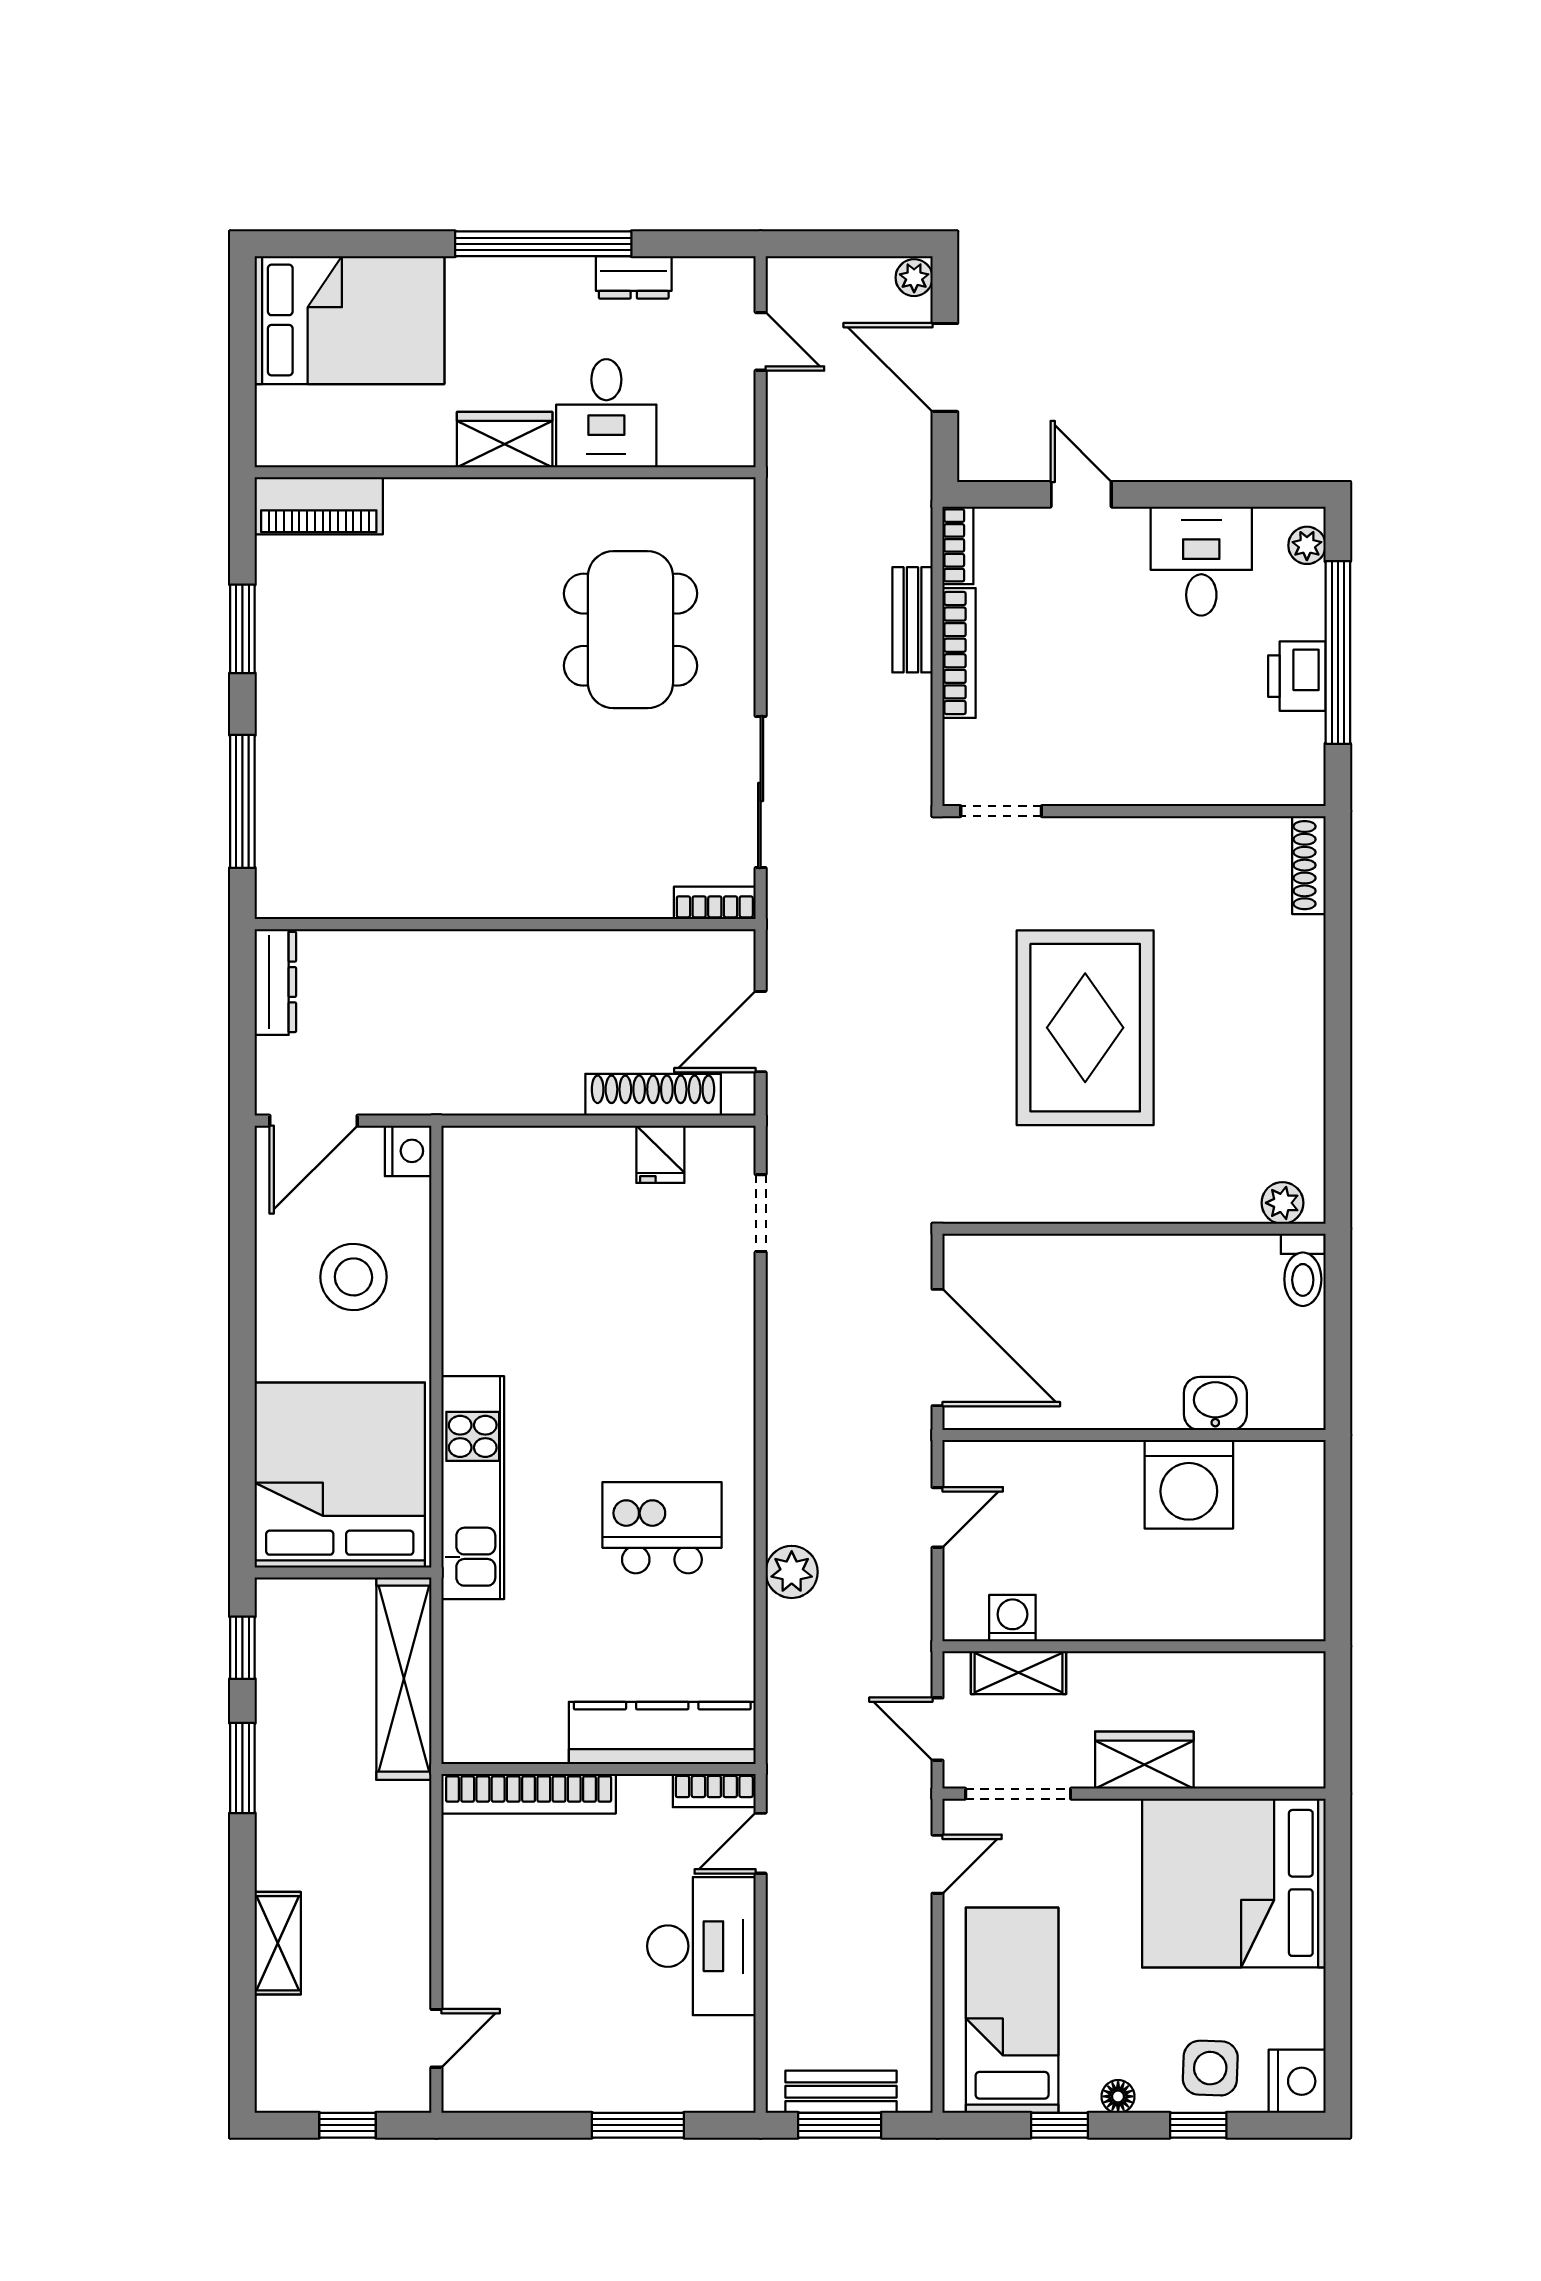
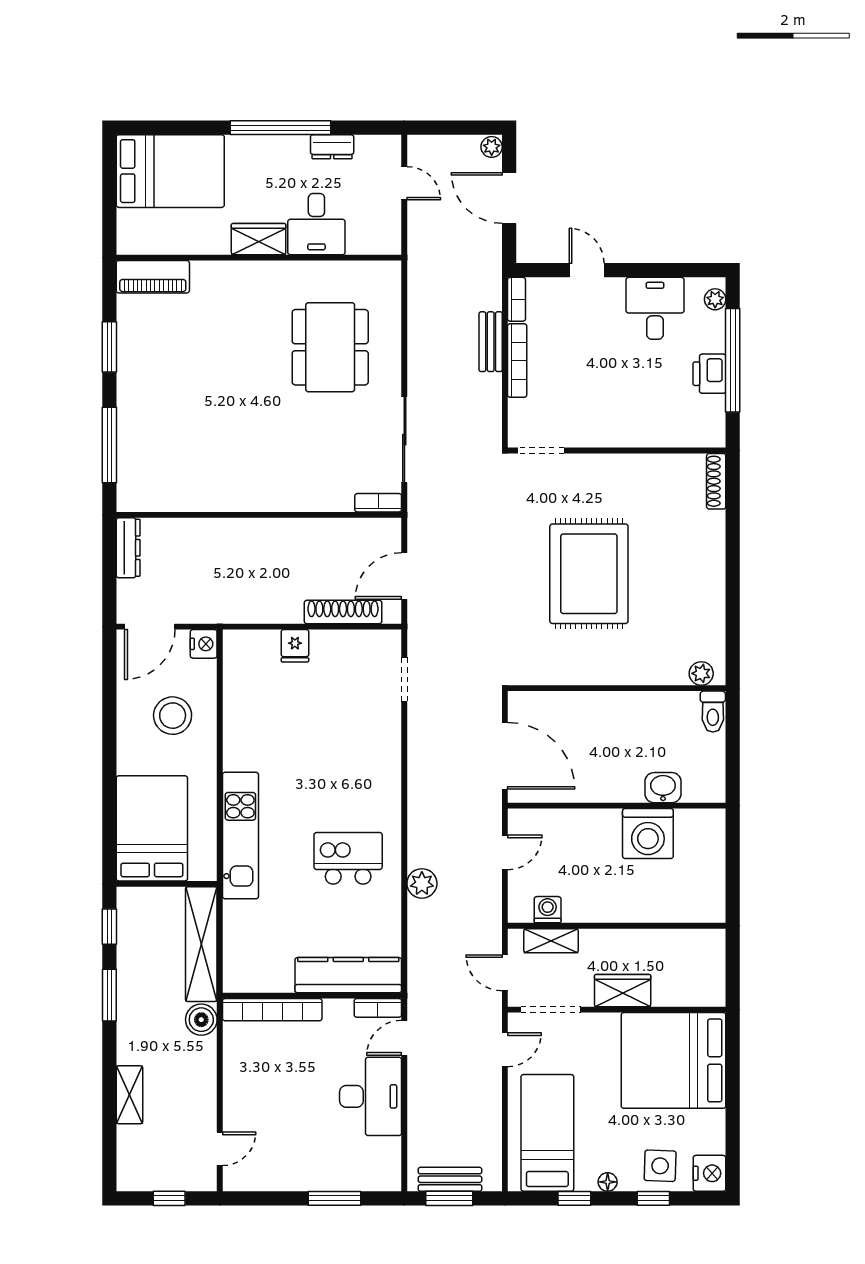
fridge: (660, 1154) -> (295, 646), moved
bed: (340, 1475) -> (152, 828), width x0.73
boiler: (404, 1811) -> (201, 1020), added

